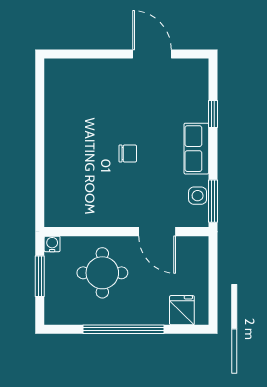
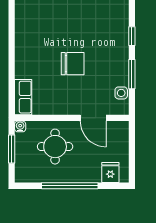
row of seats: (196, 149) -> (23, 97), moved, turned 180
chair: (128, 153) -> (73, 64), width x1.87, depth x1.87
window: (213, 201) -> (132, 74), moved

